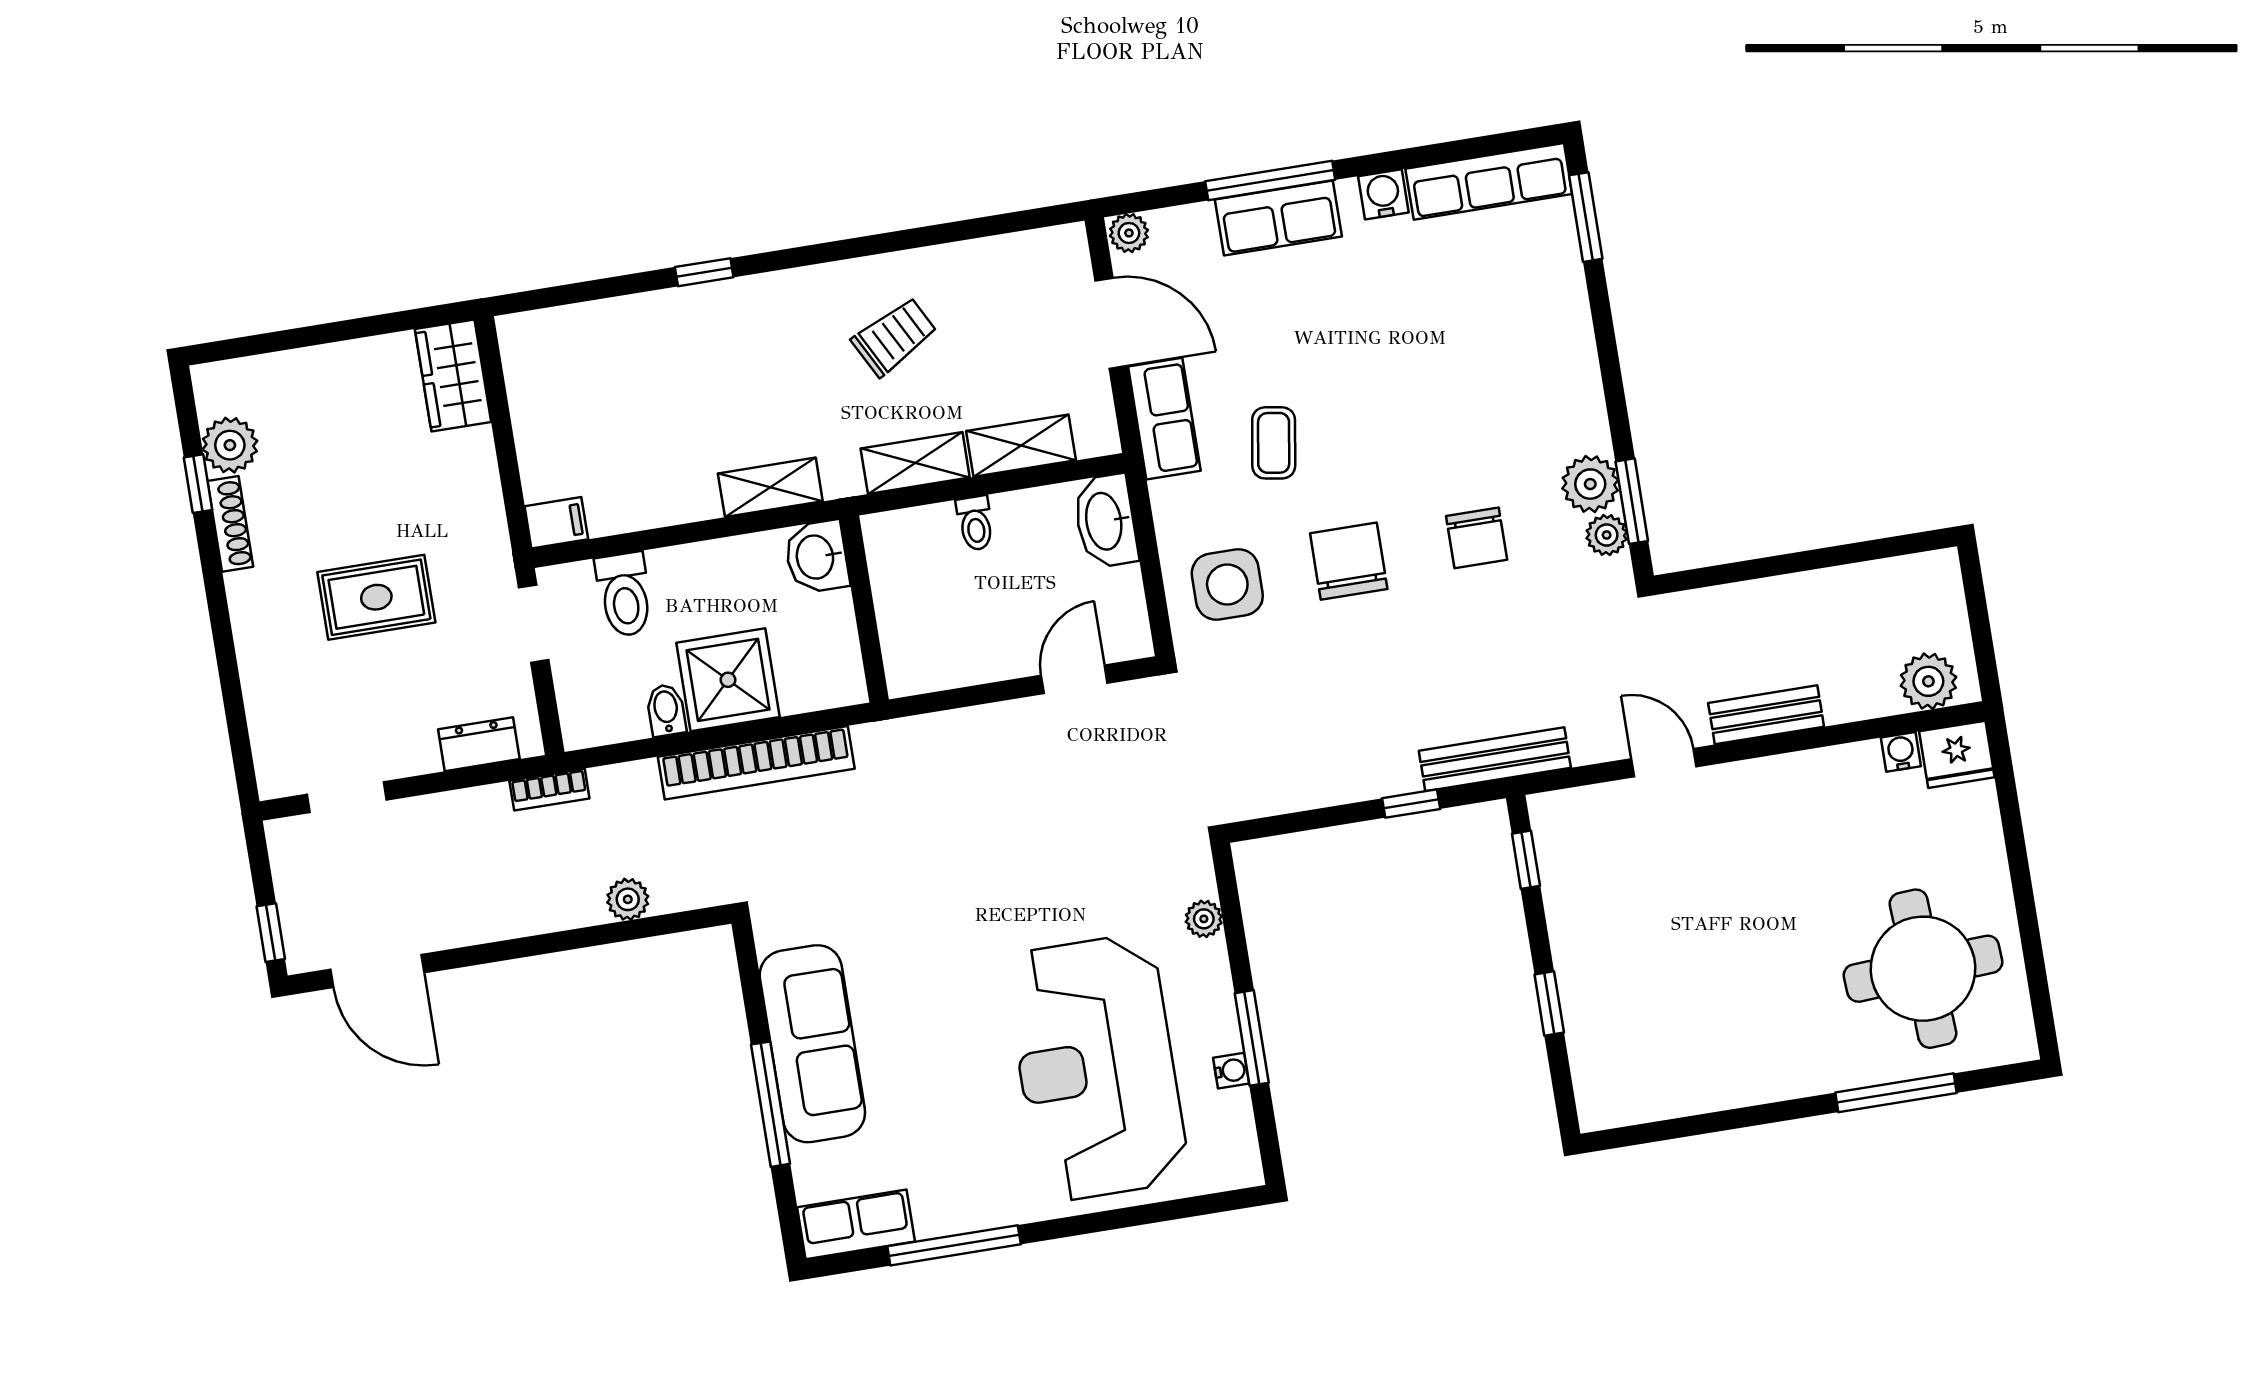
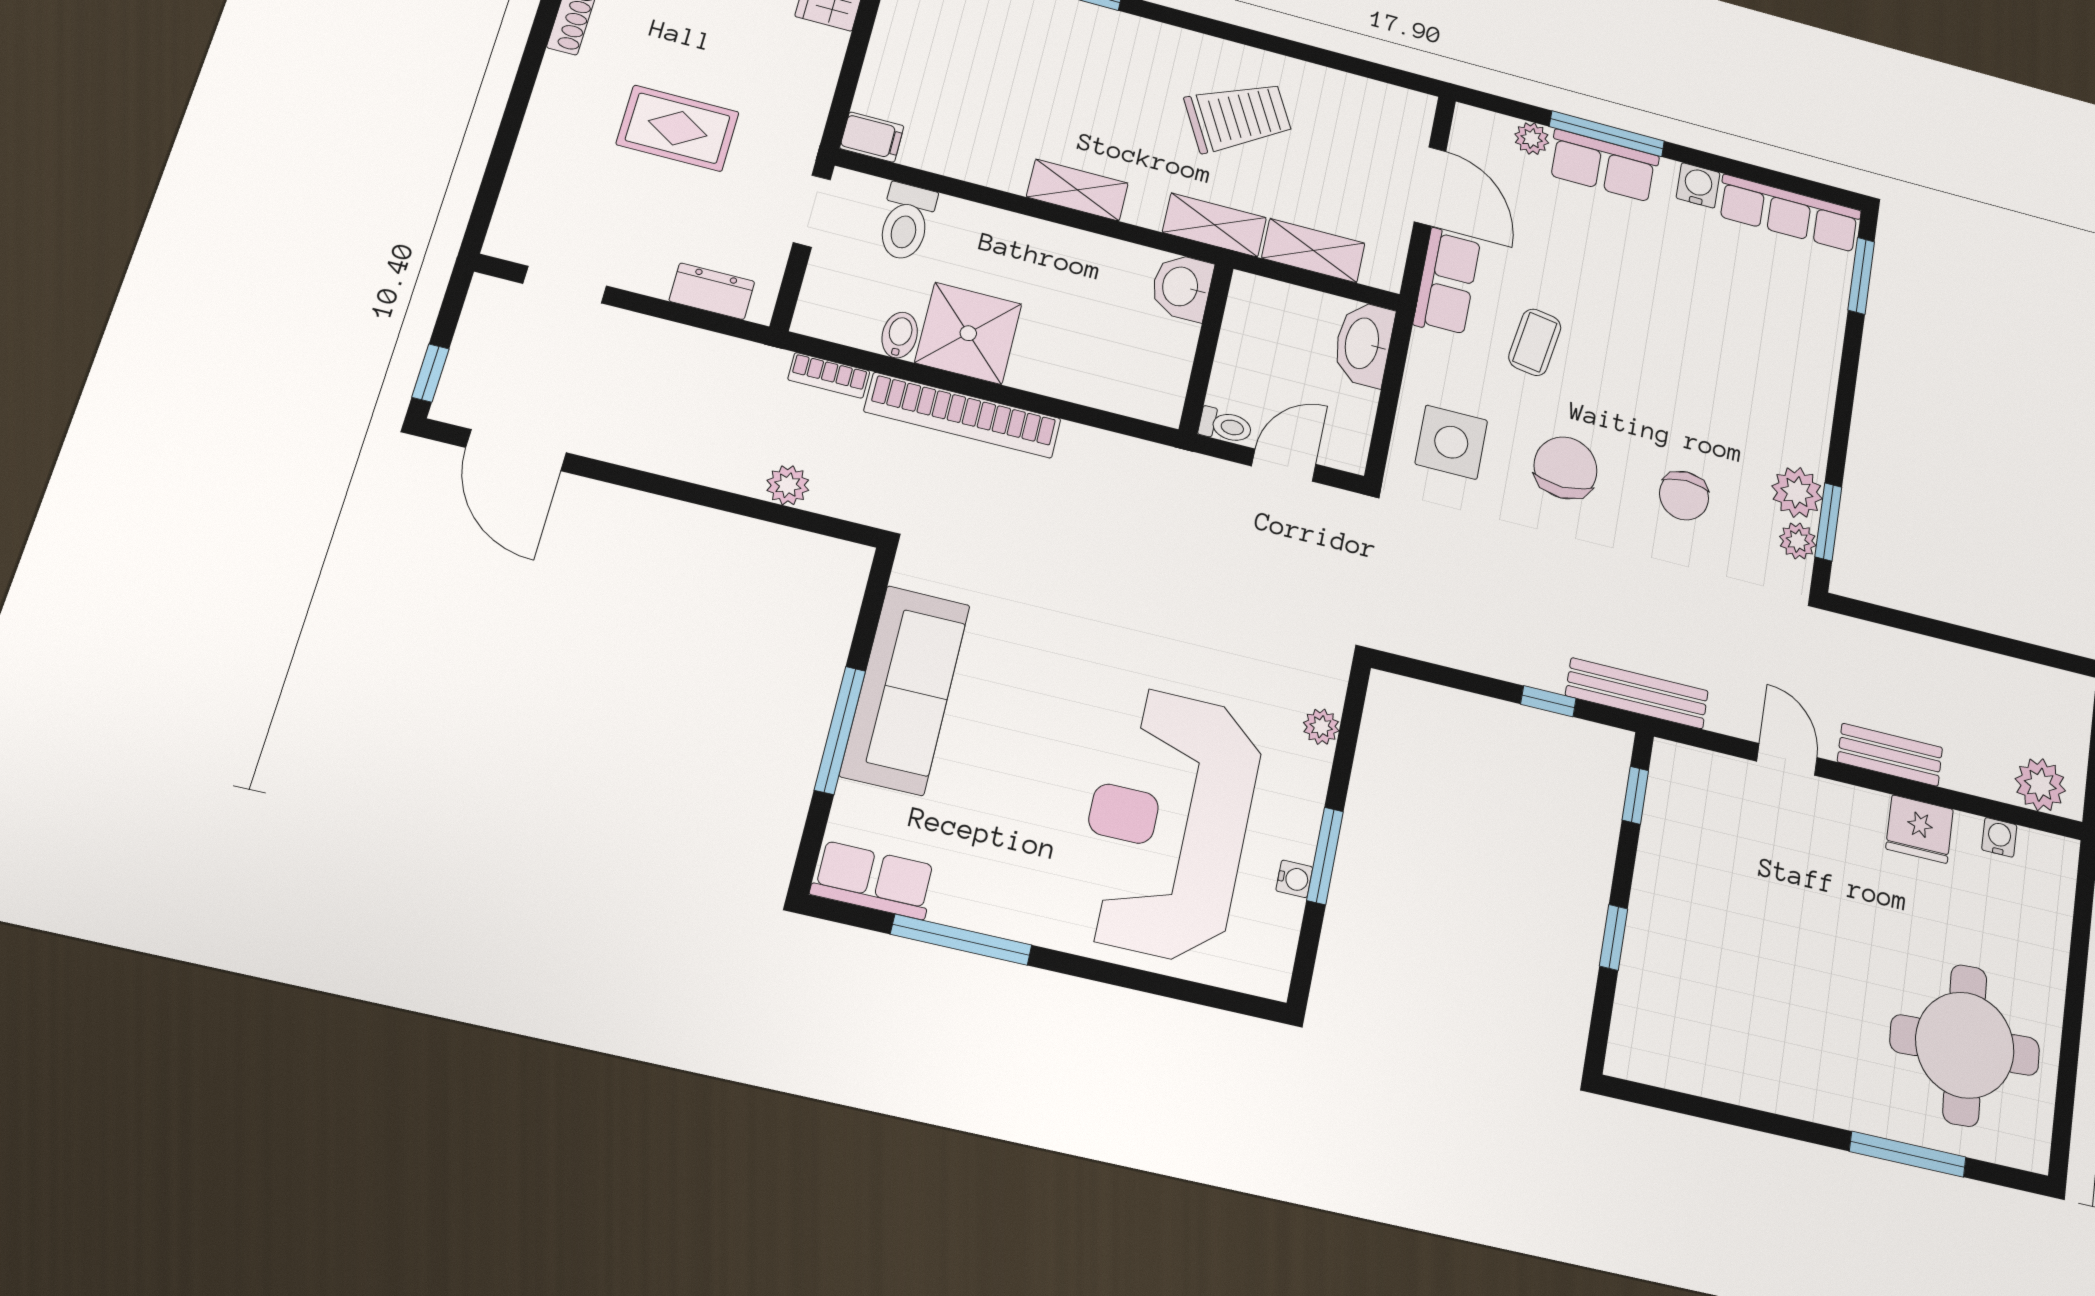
plant: (1129, 233) -> (1532, 139), moved
trolley: (894, 337) -> (1238, 117), width x1.36, depth x1.39
toilet: (975, 523) -> (1225, 426), moved, turned -90
washbasin: (817, 557) -> (1182, 287), moved
wall: (864, 609) -> (1206, 348), moved
fridge: (1957, 754) -> (1920, 829), moved
bookcase: (549, 790) -> (829, 375), moved

